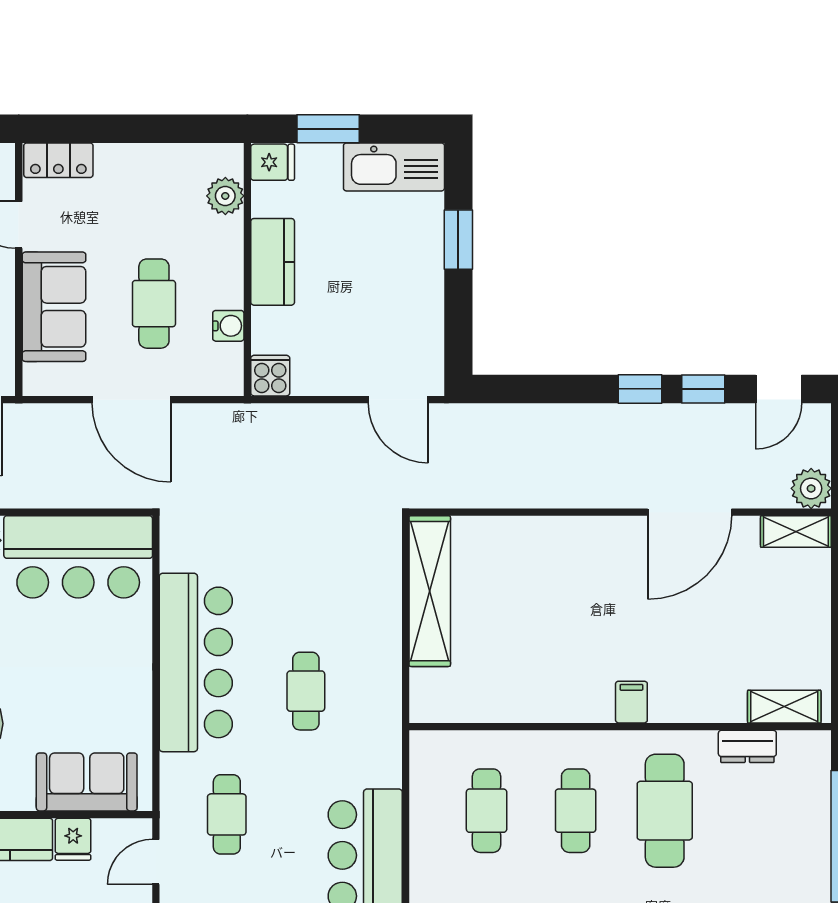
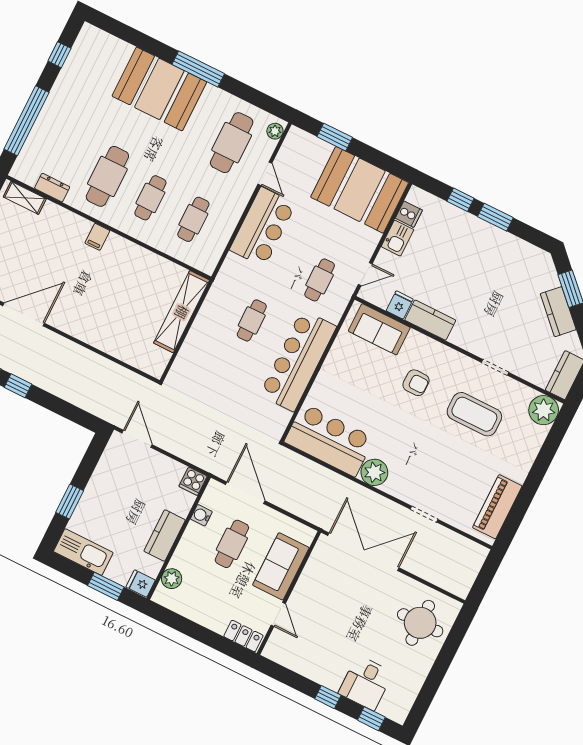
door: (131, 400) -> (245, 493), moved
shelving: (430, 591) -> (182, 312), moved

